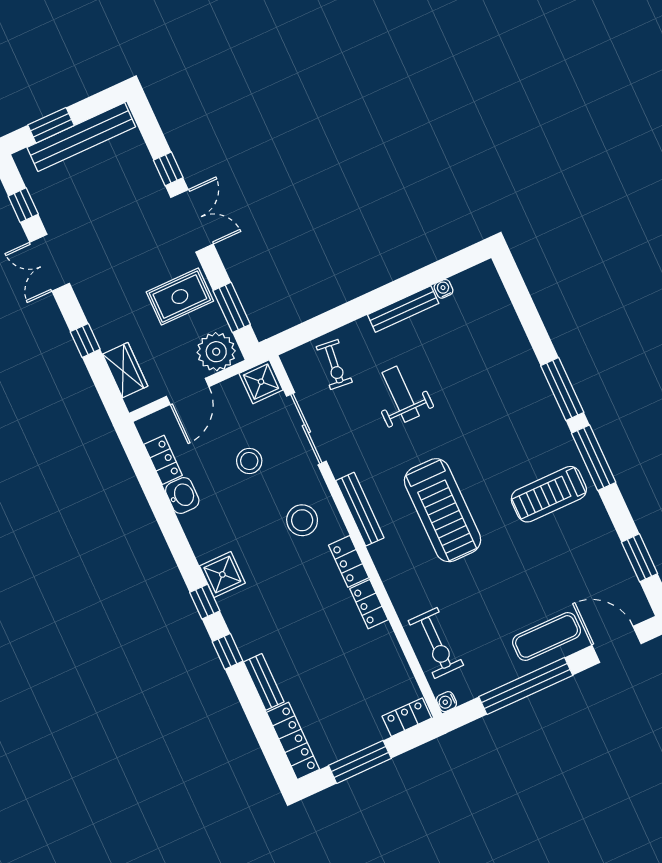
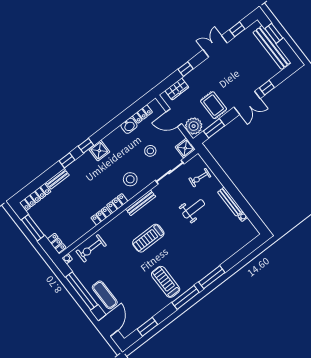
treadmill: (443, 510) -> (148, 238), width x0.73, depth x0.73

